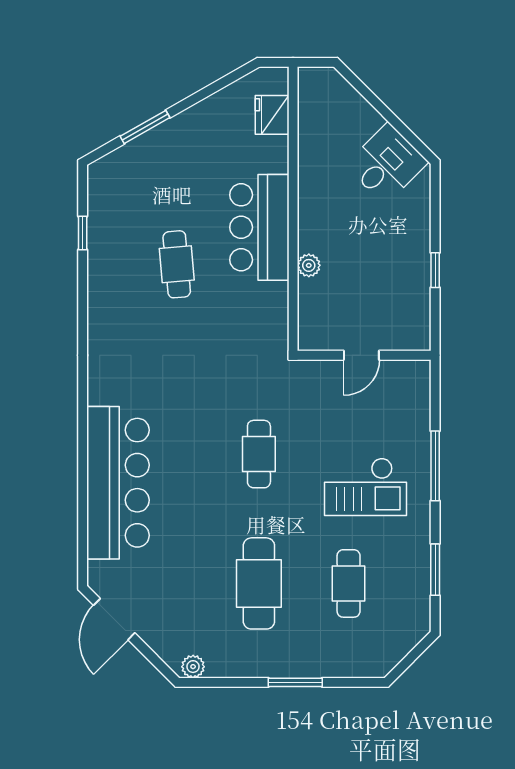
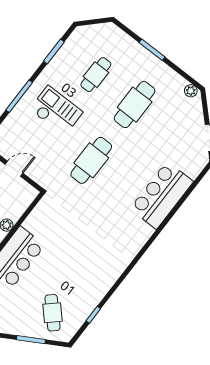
cafe table: (177, 264) -> (53, 313), moved, turned -38
cafe table: (259, 454) -> (91, 160), width x1.37, depth x1.35
bar counter: (118, 483) -> (162, 195), width x0.73

